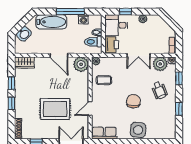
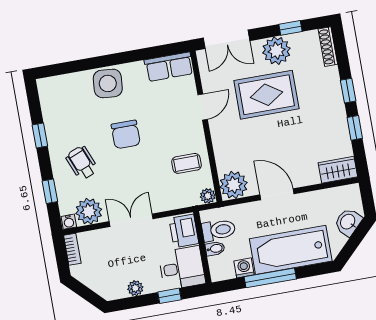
bathtub: (51, 22) -> (291, 250), width x1.36, depth x1.36
plant: (46, 131) -> (276, 51), added

